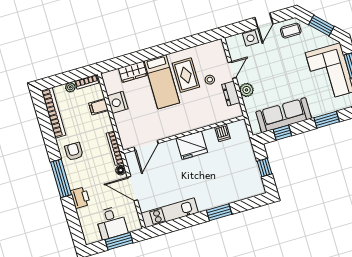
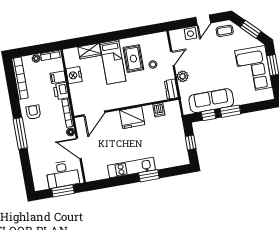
dresser: (231, 93) -> (171, 89), moved
window: (327, 120) -> (230, 111), moved
printer: (80, 198) -> (61, 91), moved, turned 180
kitchen unit: (170, 213) -> (132, 168), moved
desk: (111, 223) -> (62, 174), width x1.37

